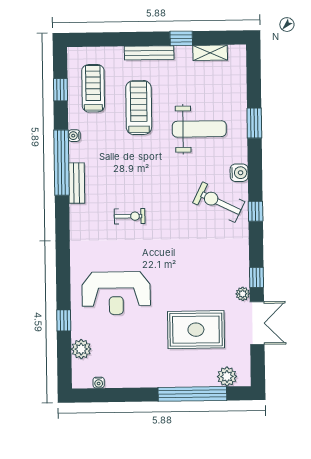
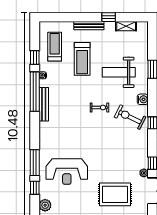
window: (60, 90) -> (35, 58), moved
treadmill: (139, 108) -> (82, 59), turned 180
weight bench: (199, 129) -> (119, 72), turned 180
bench: (77, 183) -> (44, 104), width x1.36
exercise bike: (130, 216) -> (99, 108), moved
window: (63, 279) -> (35, 163), added

